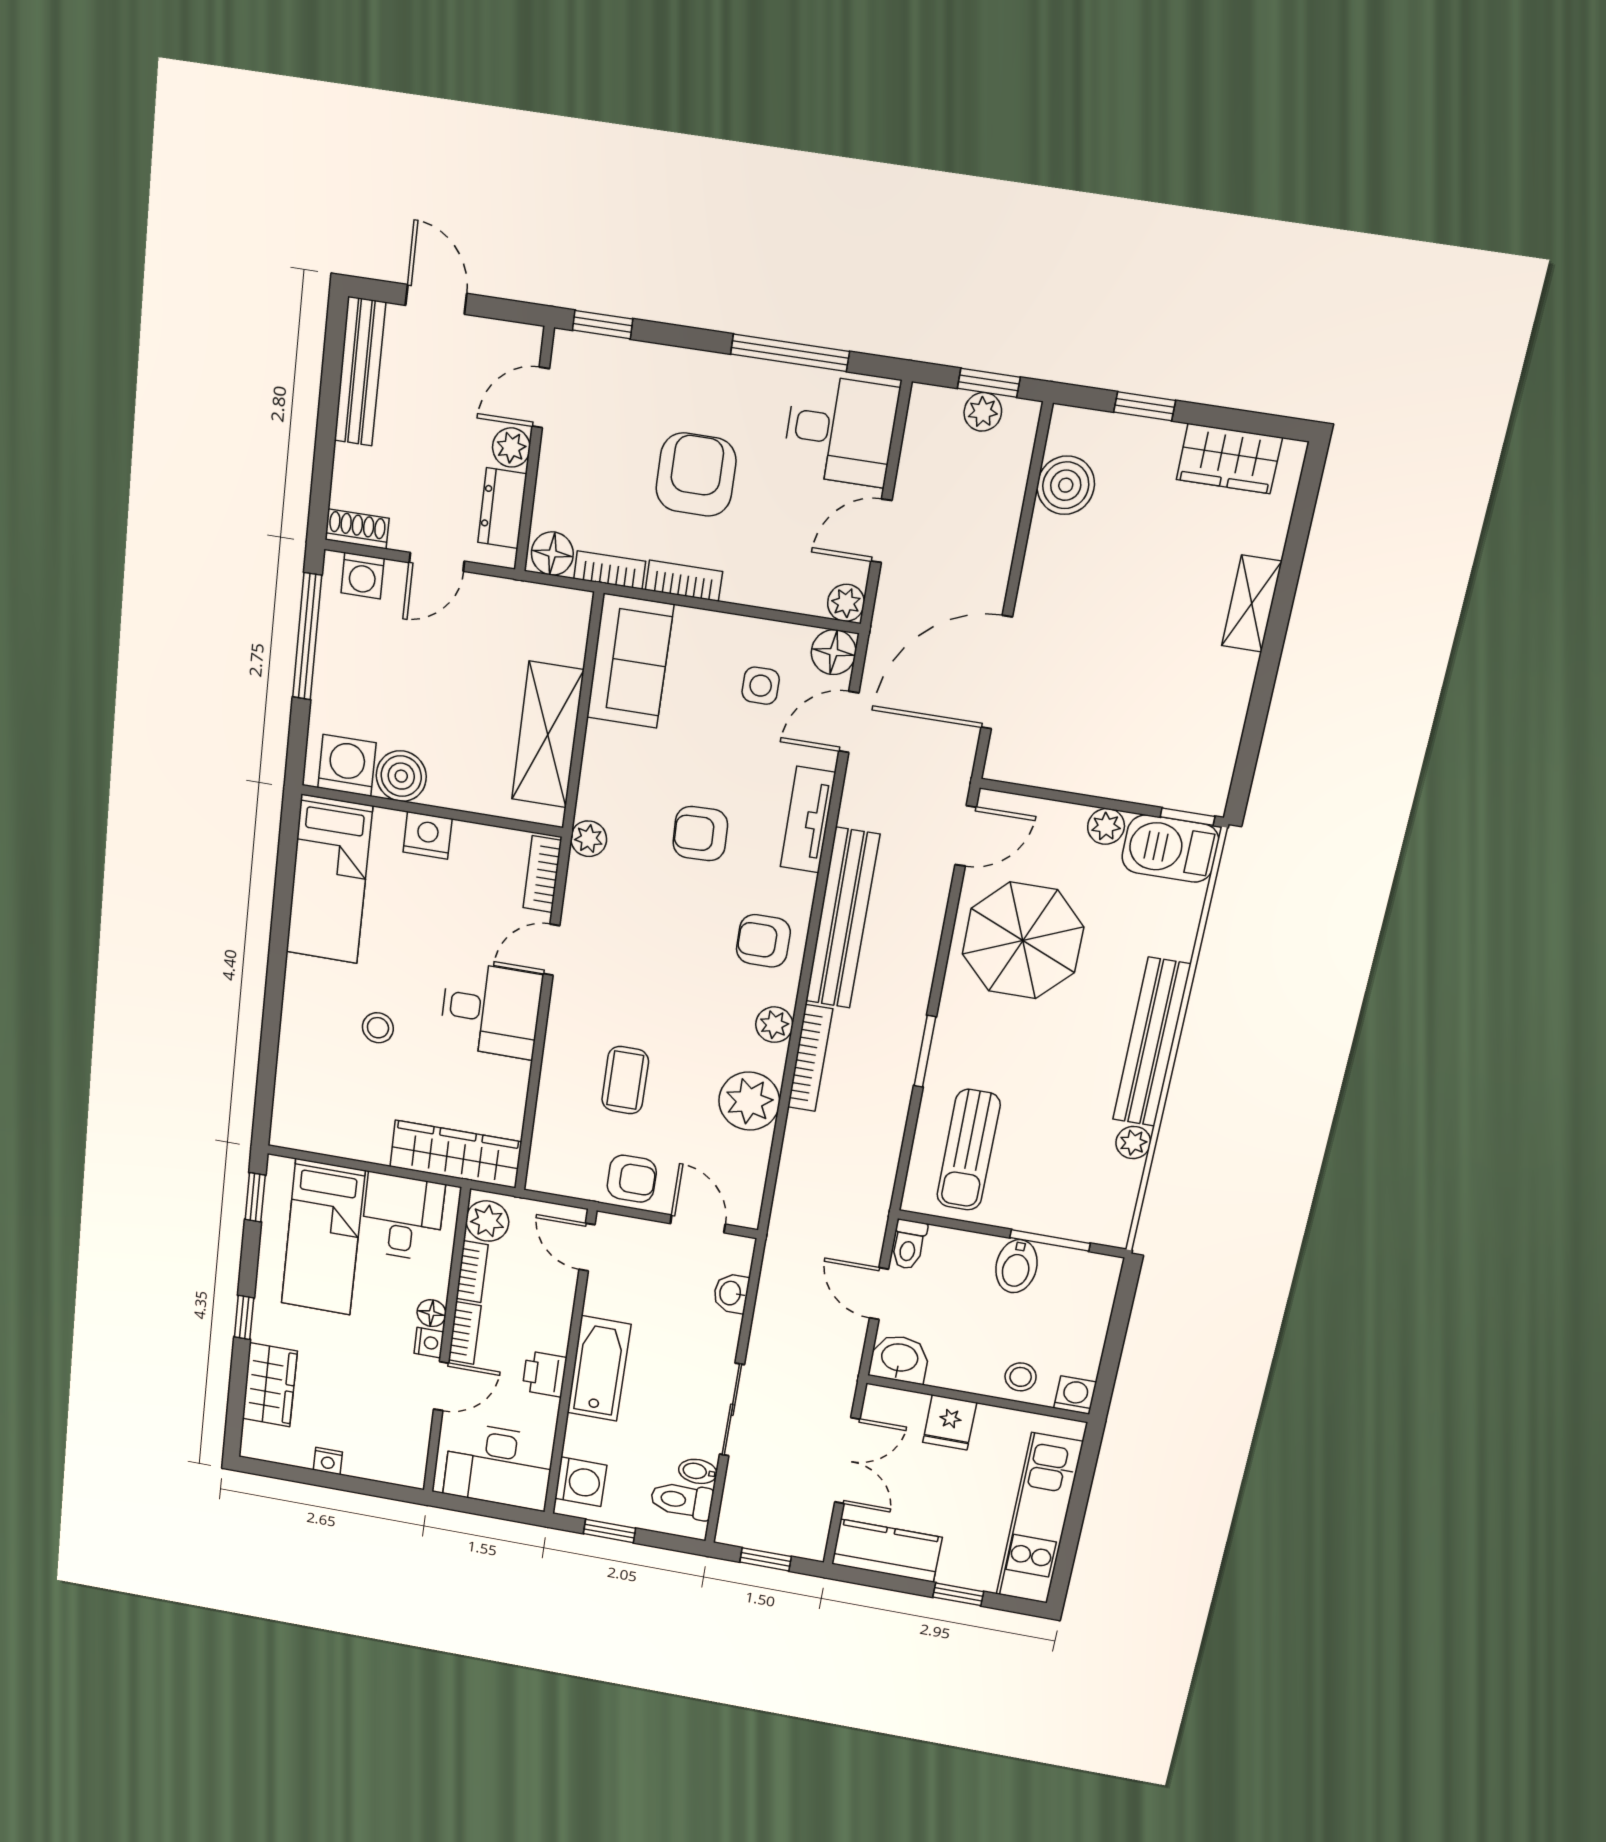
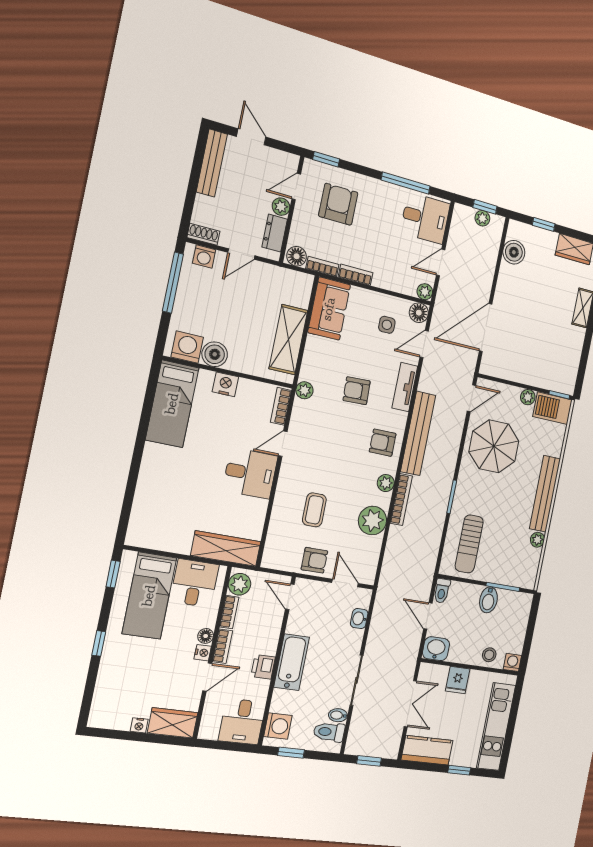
armchair: (696, 475) -> (338, 204), moved
stool: (378, 1028) -> (191, 481), removed
wardrobe: (270, 1385) -> (173, 723), moved, turned -90
desk: (499, 1466) -> (242, 722), width x0.73

